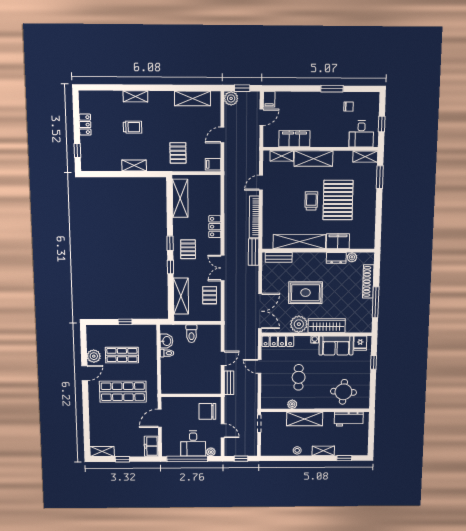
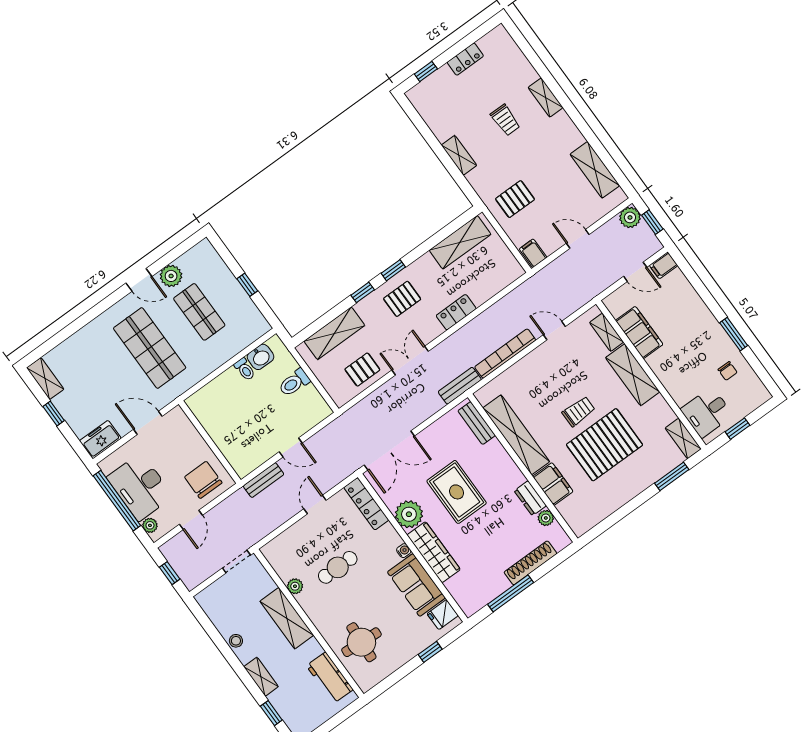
desk: (193, 444) -> (140, 487), width x1.37

